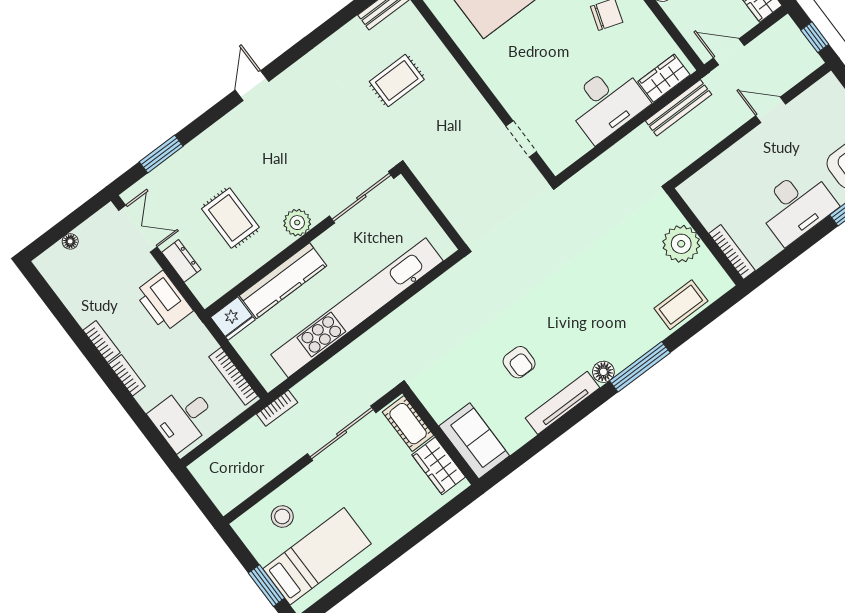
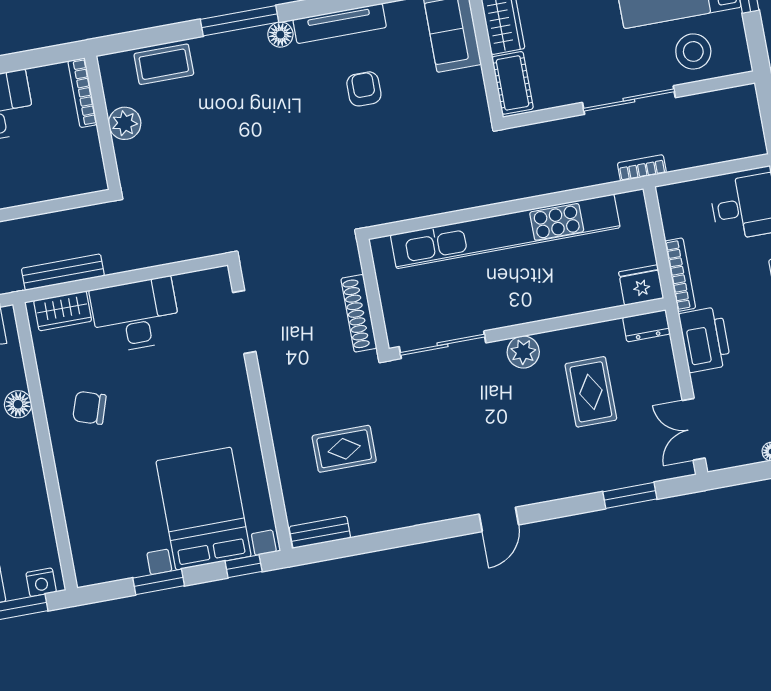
doorway: (521, 139) -> (244, 322), width x1.38
shoe rack: (437, 189) -> (359, 313), added
plant: (681, 244) -> (125, 123), width x0.73, depth x0.73
dresser: (181, 261) -> (646, 326), moved, turned -90
kitchen counter: (283, 281) -> (569, 299), removed
bookcase: (233, 376) -> (680, 275), moved
sliding door: (342, 433) -> (629, 100), moved
stool: (282, 516) -> (693, 51), width x1.38, depth x1.38

